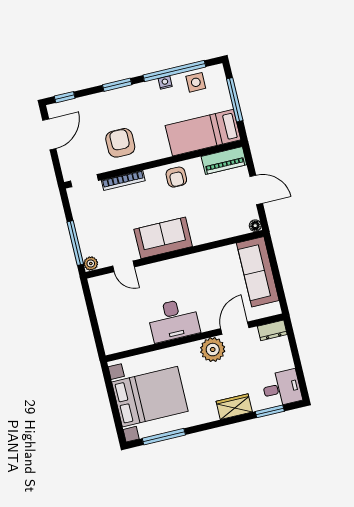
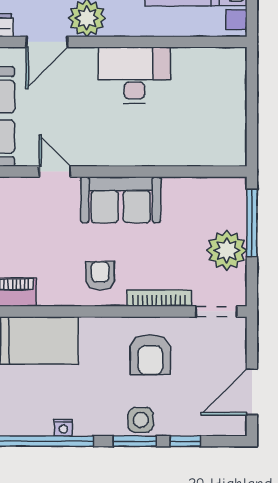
side table: (196, 82) -> (141, 420), moved
window: (65, 97) -> (185, 441), moved
armchair: (176, 177) -> (100, 276), moved
plant: (91, 264) -> (227, 250), moved, width x1.88, depth x1.88
door: (124, 266) -> (55, 172), moved

